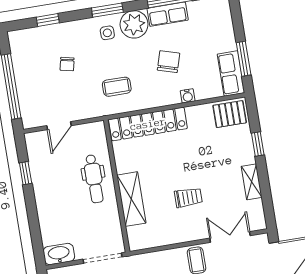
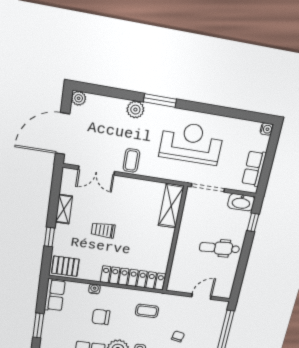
window: (244, 59) -> (38, 326), moved
chair: (169, 62) -> (101, 317), turned 72
window: (26, 173) -> (253, 222), moved
dental chair: (94, 179) -> (219, 248), moved, turned -94
trolley: (188, 197) -> (103, 230), moved
shelving: (131, 199) -> (171, 206), moved

